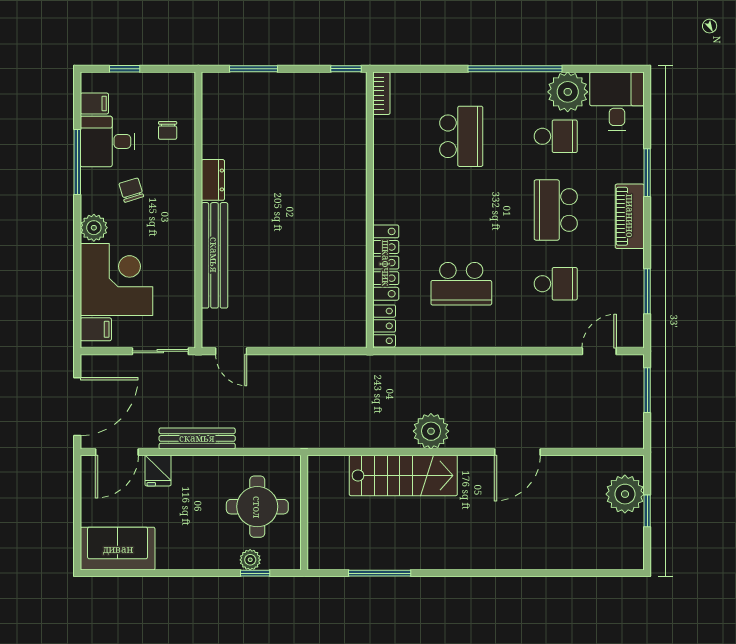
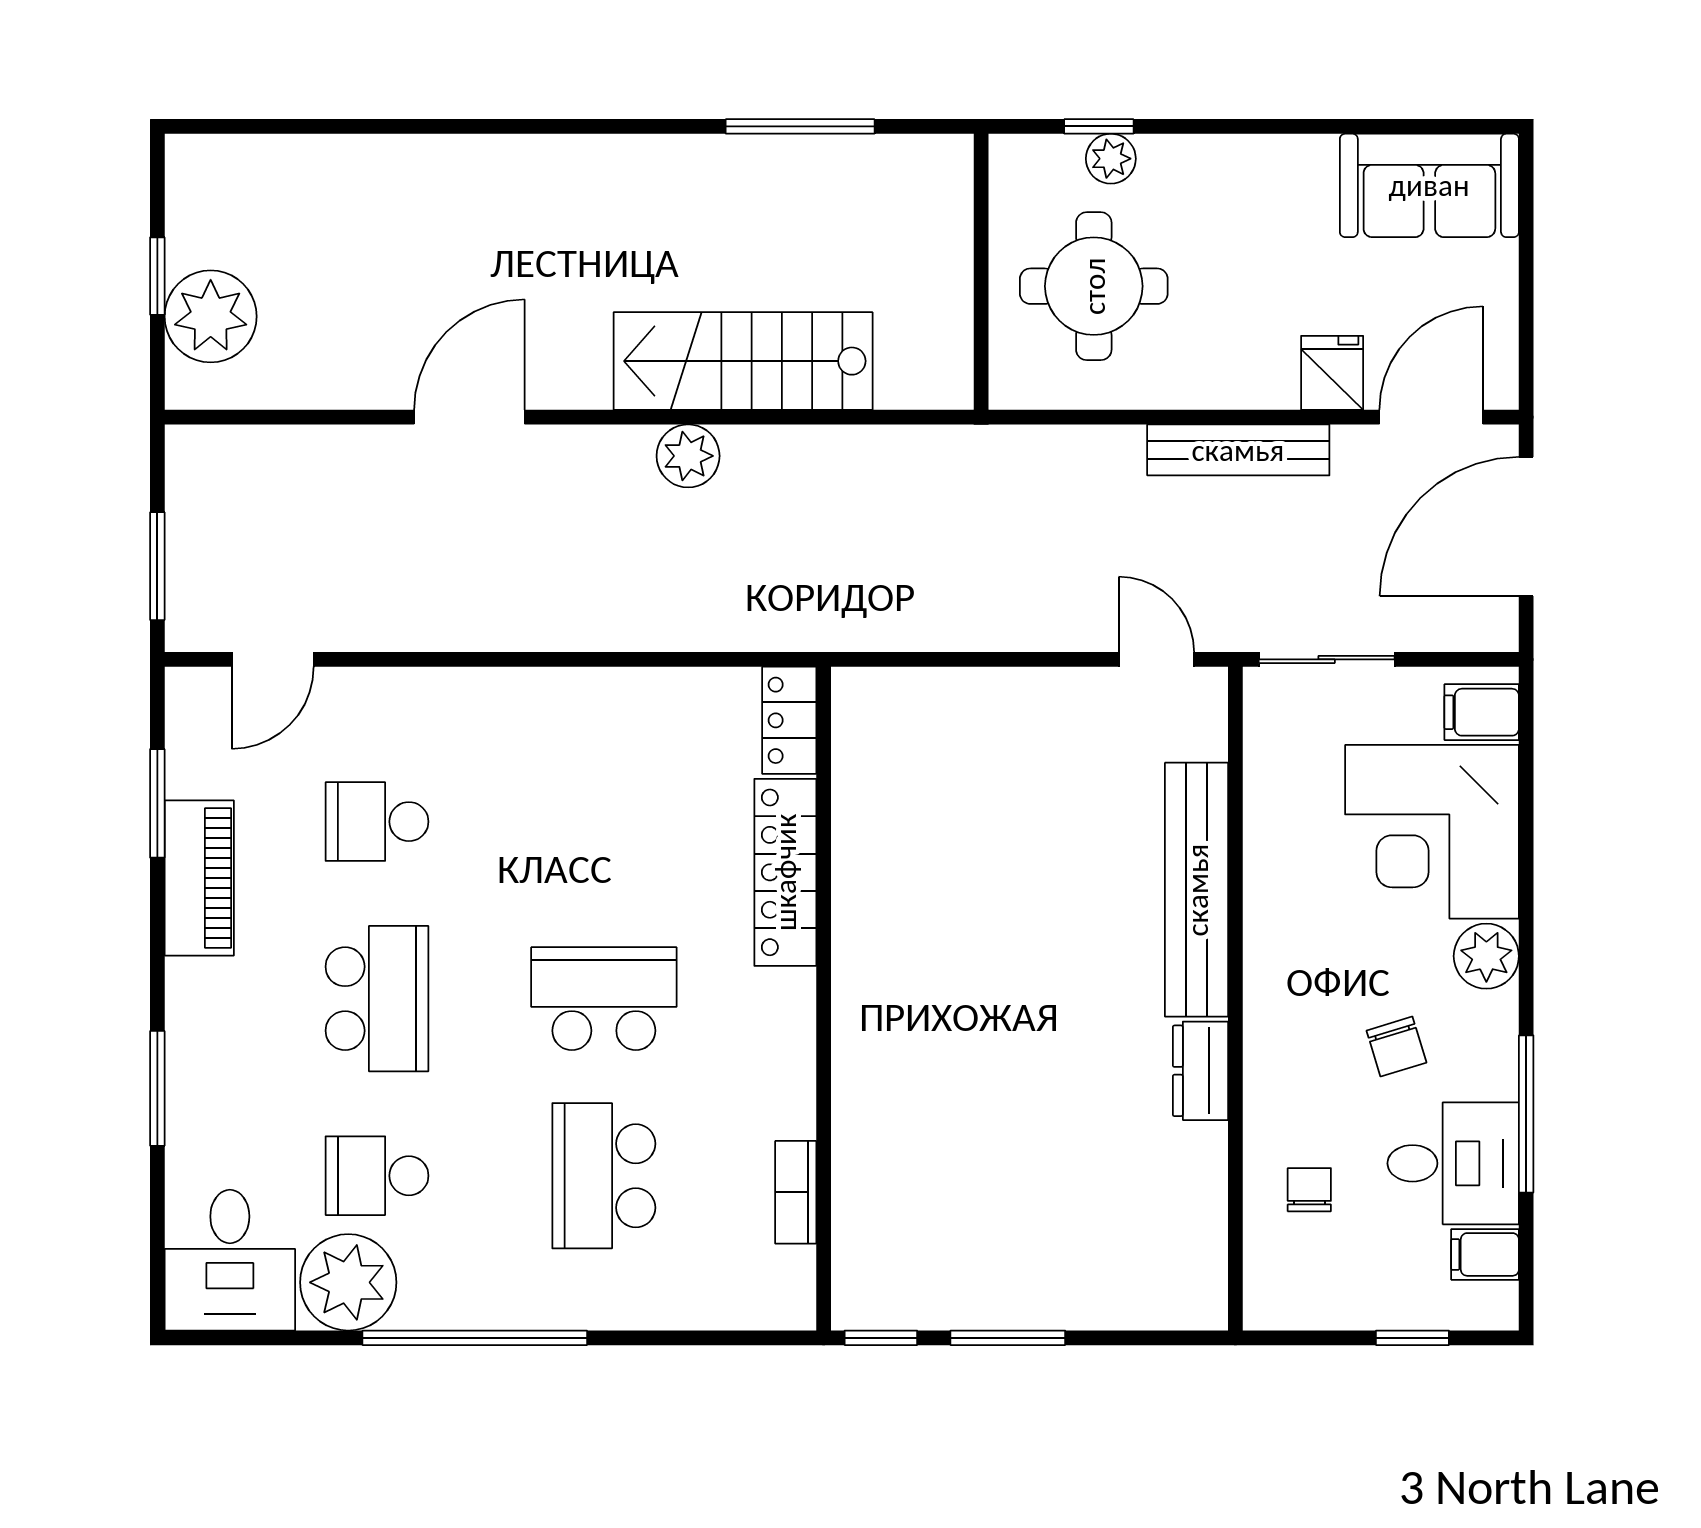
window: (253, 69) -> (1008, 1338), moved
bookcase: (381, 93) -> (796, 1192), moved
piano: (630, 216) -> (199, 878), moved
school desk: (461, 284) -> (604, 999), moved
plant: (431, 431) -> (688, 456), width x0.73, depth x0.73

